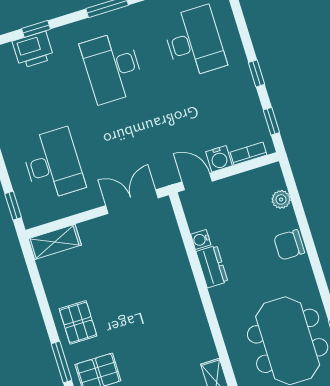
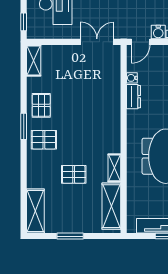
door: (197, 181) -> (141, 42), swing flipped
shelving: (55, 242) -> (34, 60), moved, turned 90

